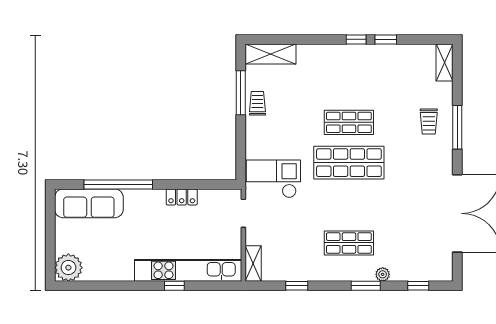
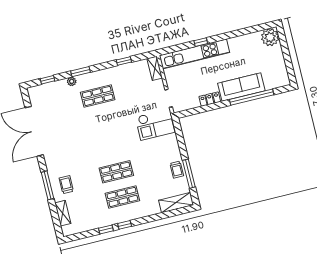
shelving: (444, 62) -> (63, 213), moved
shop shelf: (349, 163) -> (122, 197), moved, width x0.70, depth x0.74
sofa: (89, 203) -> (241, 87), moved

